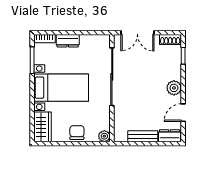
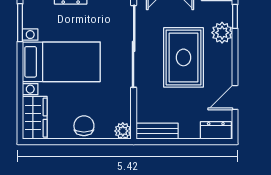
rug: (147, 85) -> (183, 57), added
plant: (174, 88) -> (222, 33), moved
bench: (143, 136) -> (157, 131), moved

